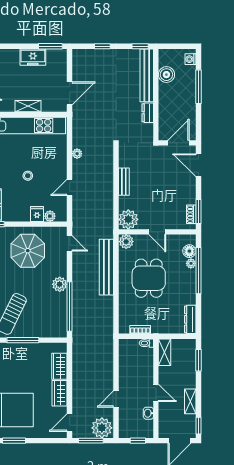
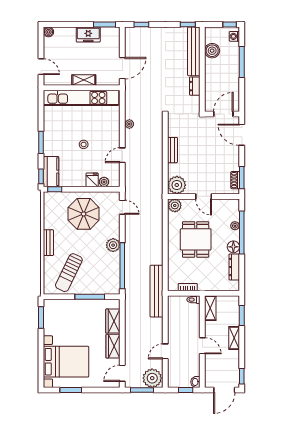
window: (102, 46) -> (141, 24), moved
window: (185, 46) -> (230, 24), added
floor lamp: (189, 251) -> (233, 247), moved
bench: (106, 267) -> (156, 291), moved
dresser: (190, 319) -> (234, 267), moved
window: (23, 340) -> (90, 297), moved
shelving: (190, 401) -> (234, 338), moved
washbasin: (148, 413) -> (195, 382), moved

